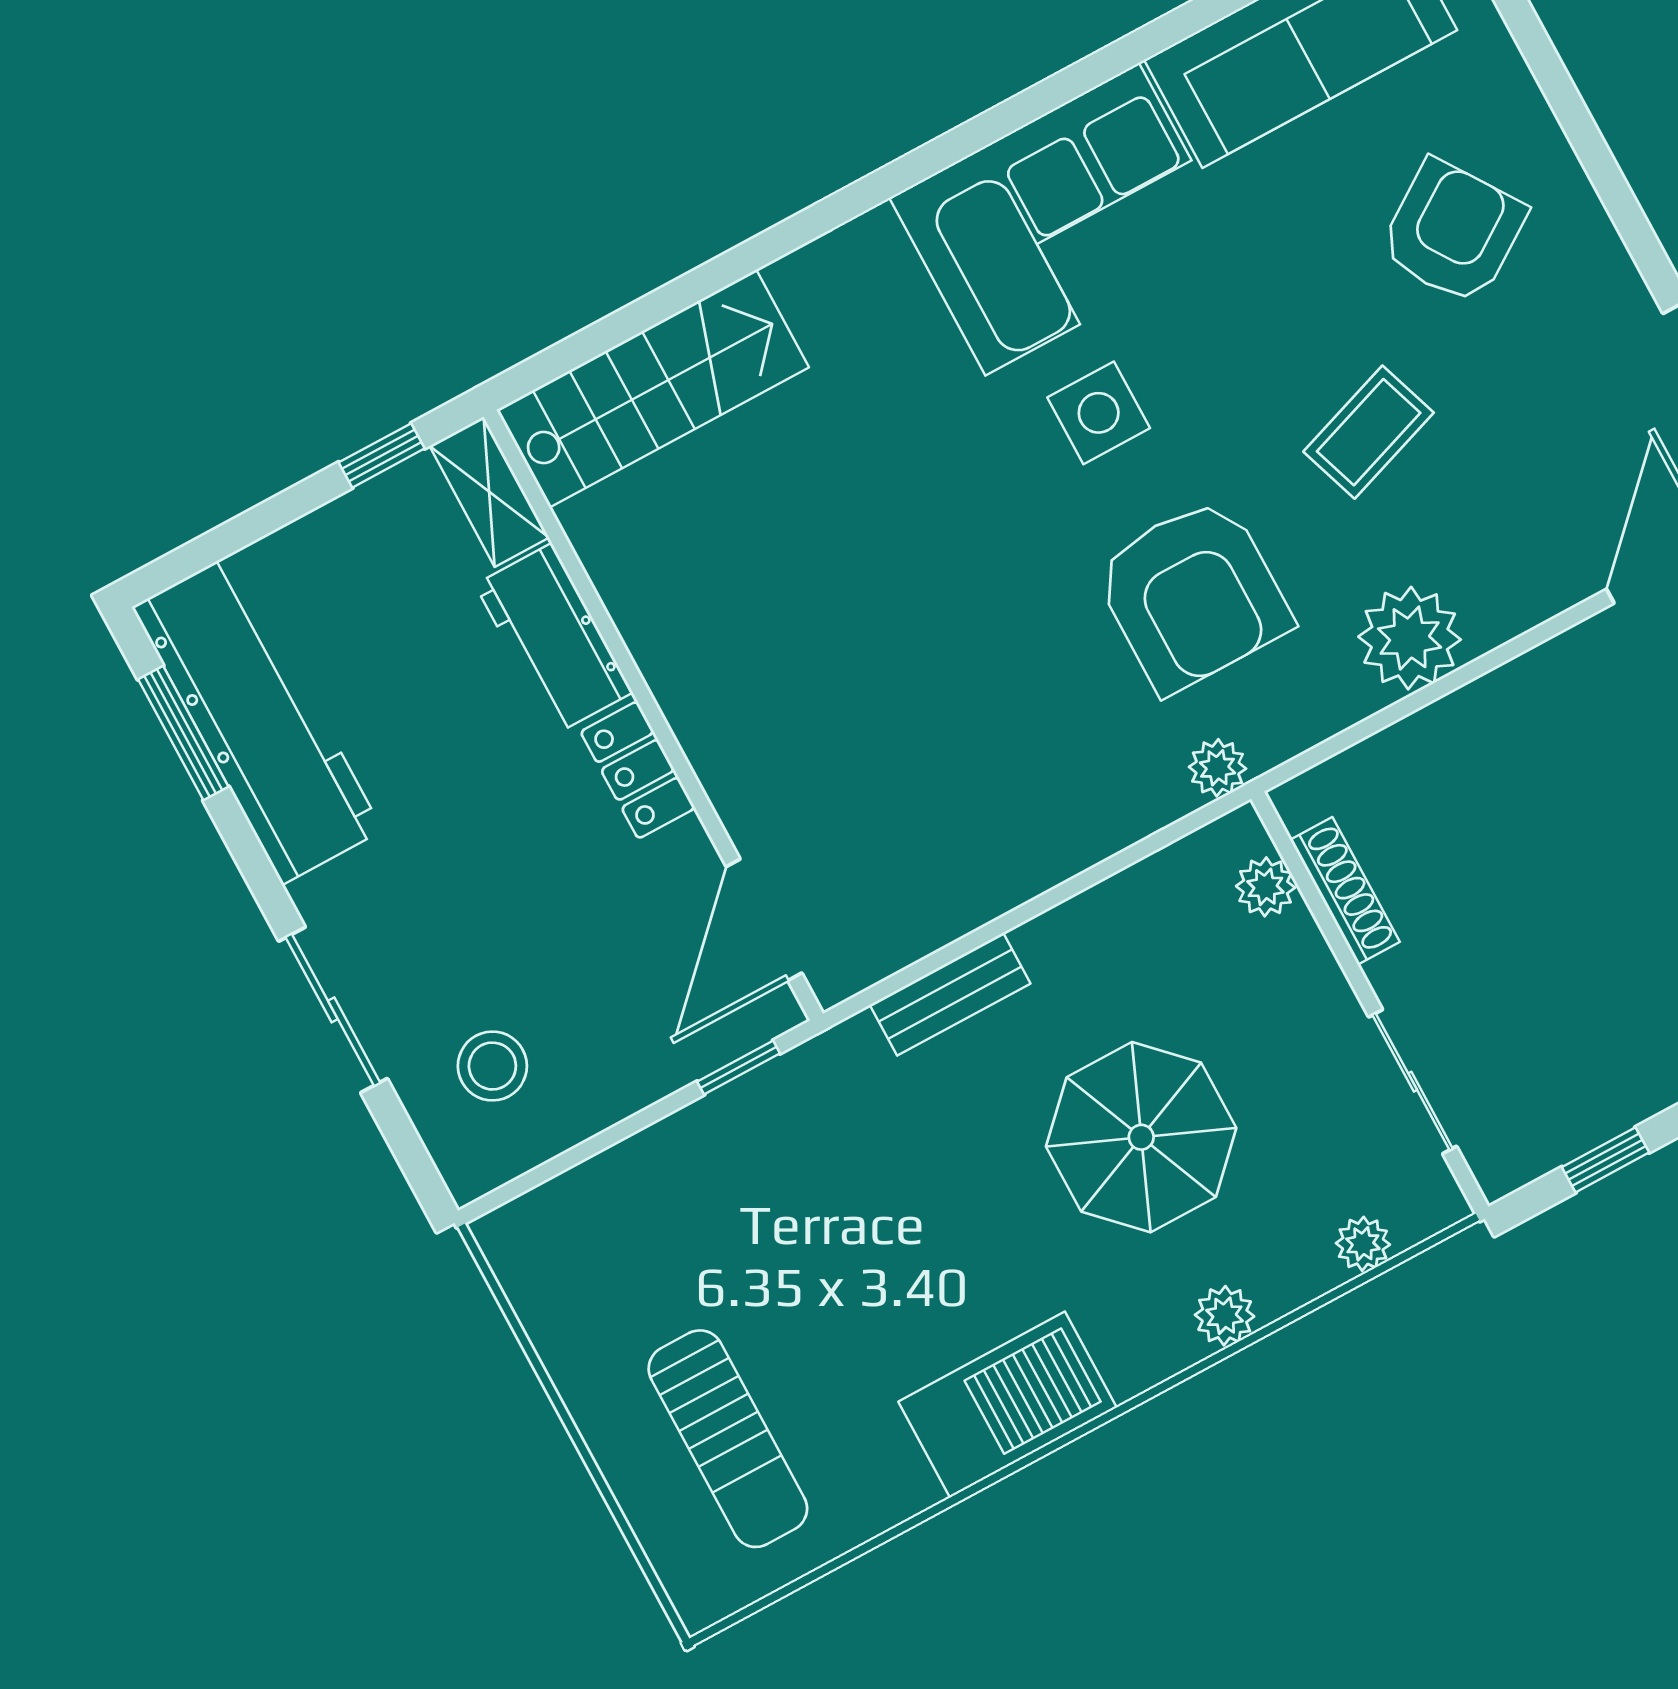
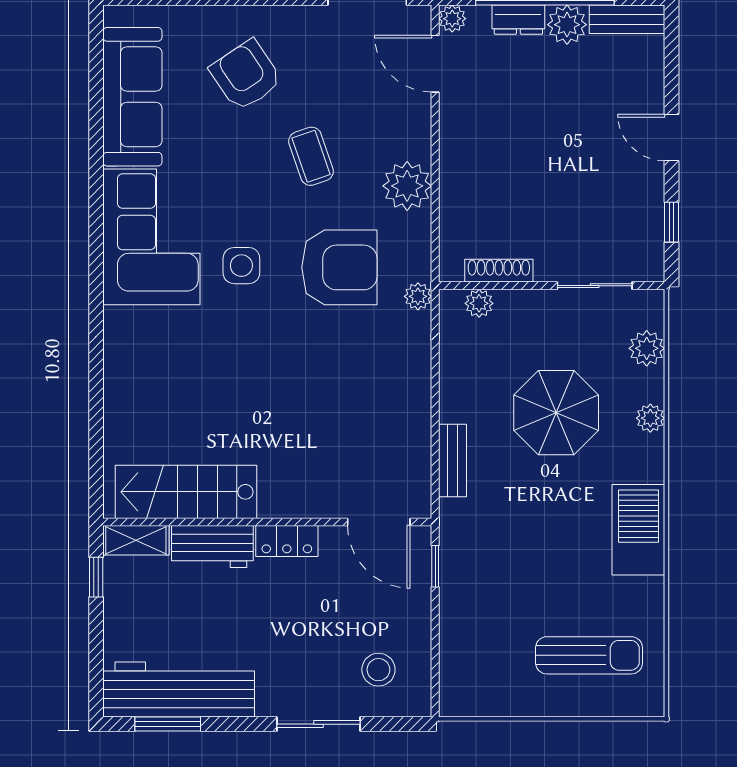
stairs: (653, 389) -> (186, 492), moved, turned -90
plant: (1363, 1244) -> (647, 348), width x1.38, depth x1.38

